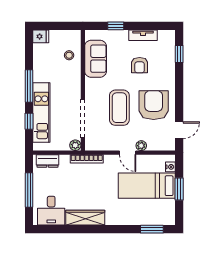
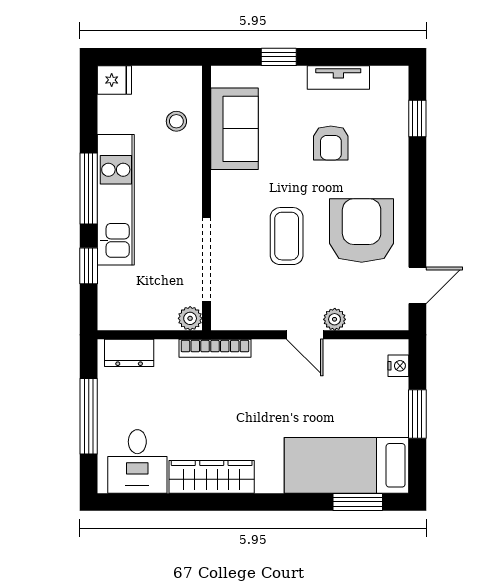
coffee table: (119, 108) -> (287, 236), width x0.73, depth x0.76
kitchen unit: (41, 113) -> (116, 200), moved
bed: (147, 186) -> (346, 465), moved

